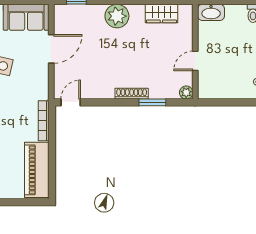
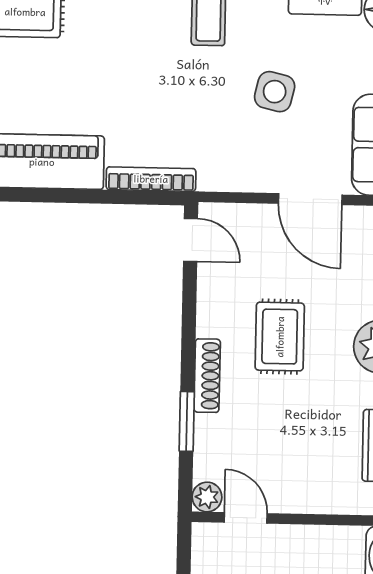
rug: (113, 61) -> (280, 337), added
door: (195, 61) -> (246, 518), moved

